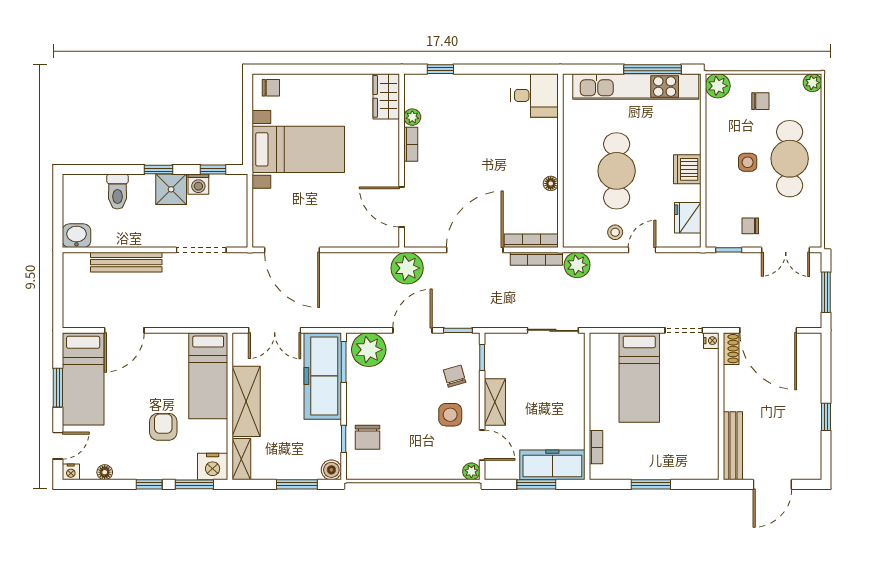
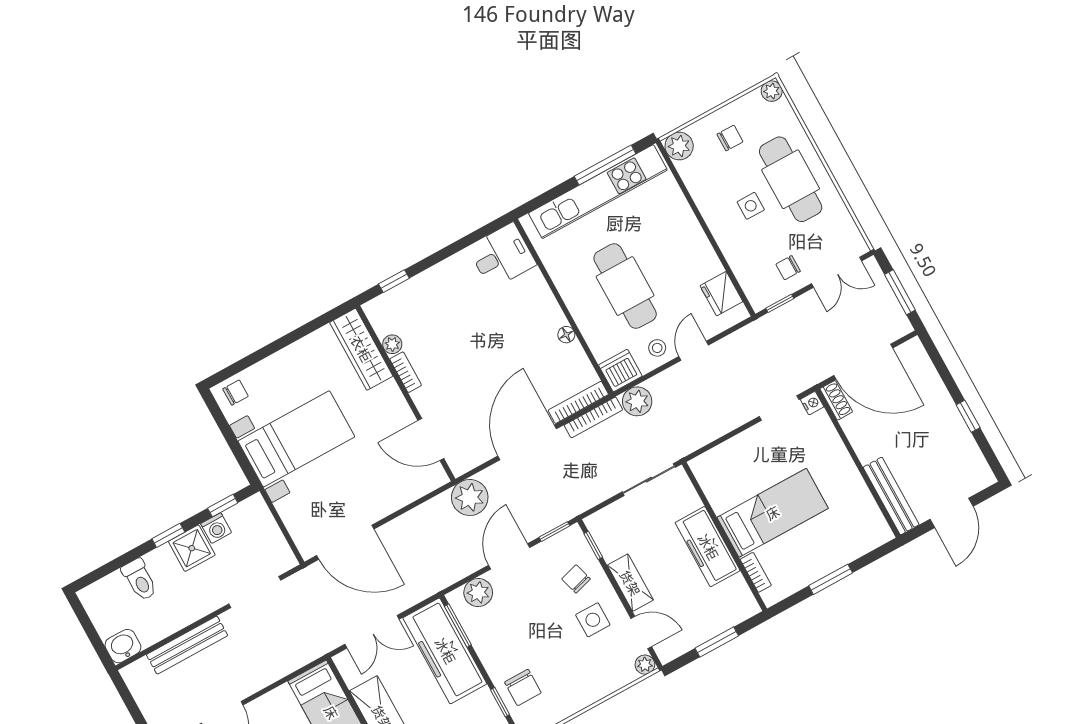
wardrobe: (386, 96) -> (361, 349), width x1.50
dishwasher: (687, 169) -> (620, 370), moved, turned 90
plant: (369, 350) -> (478, 592), width x0.73, depth x0.73
bed: (639, 377) -> (773, 513), moved, turned -90
freezer: (552, 465) -> (708, 547), moved, turned -90

